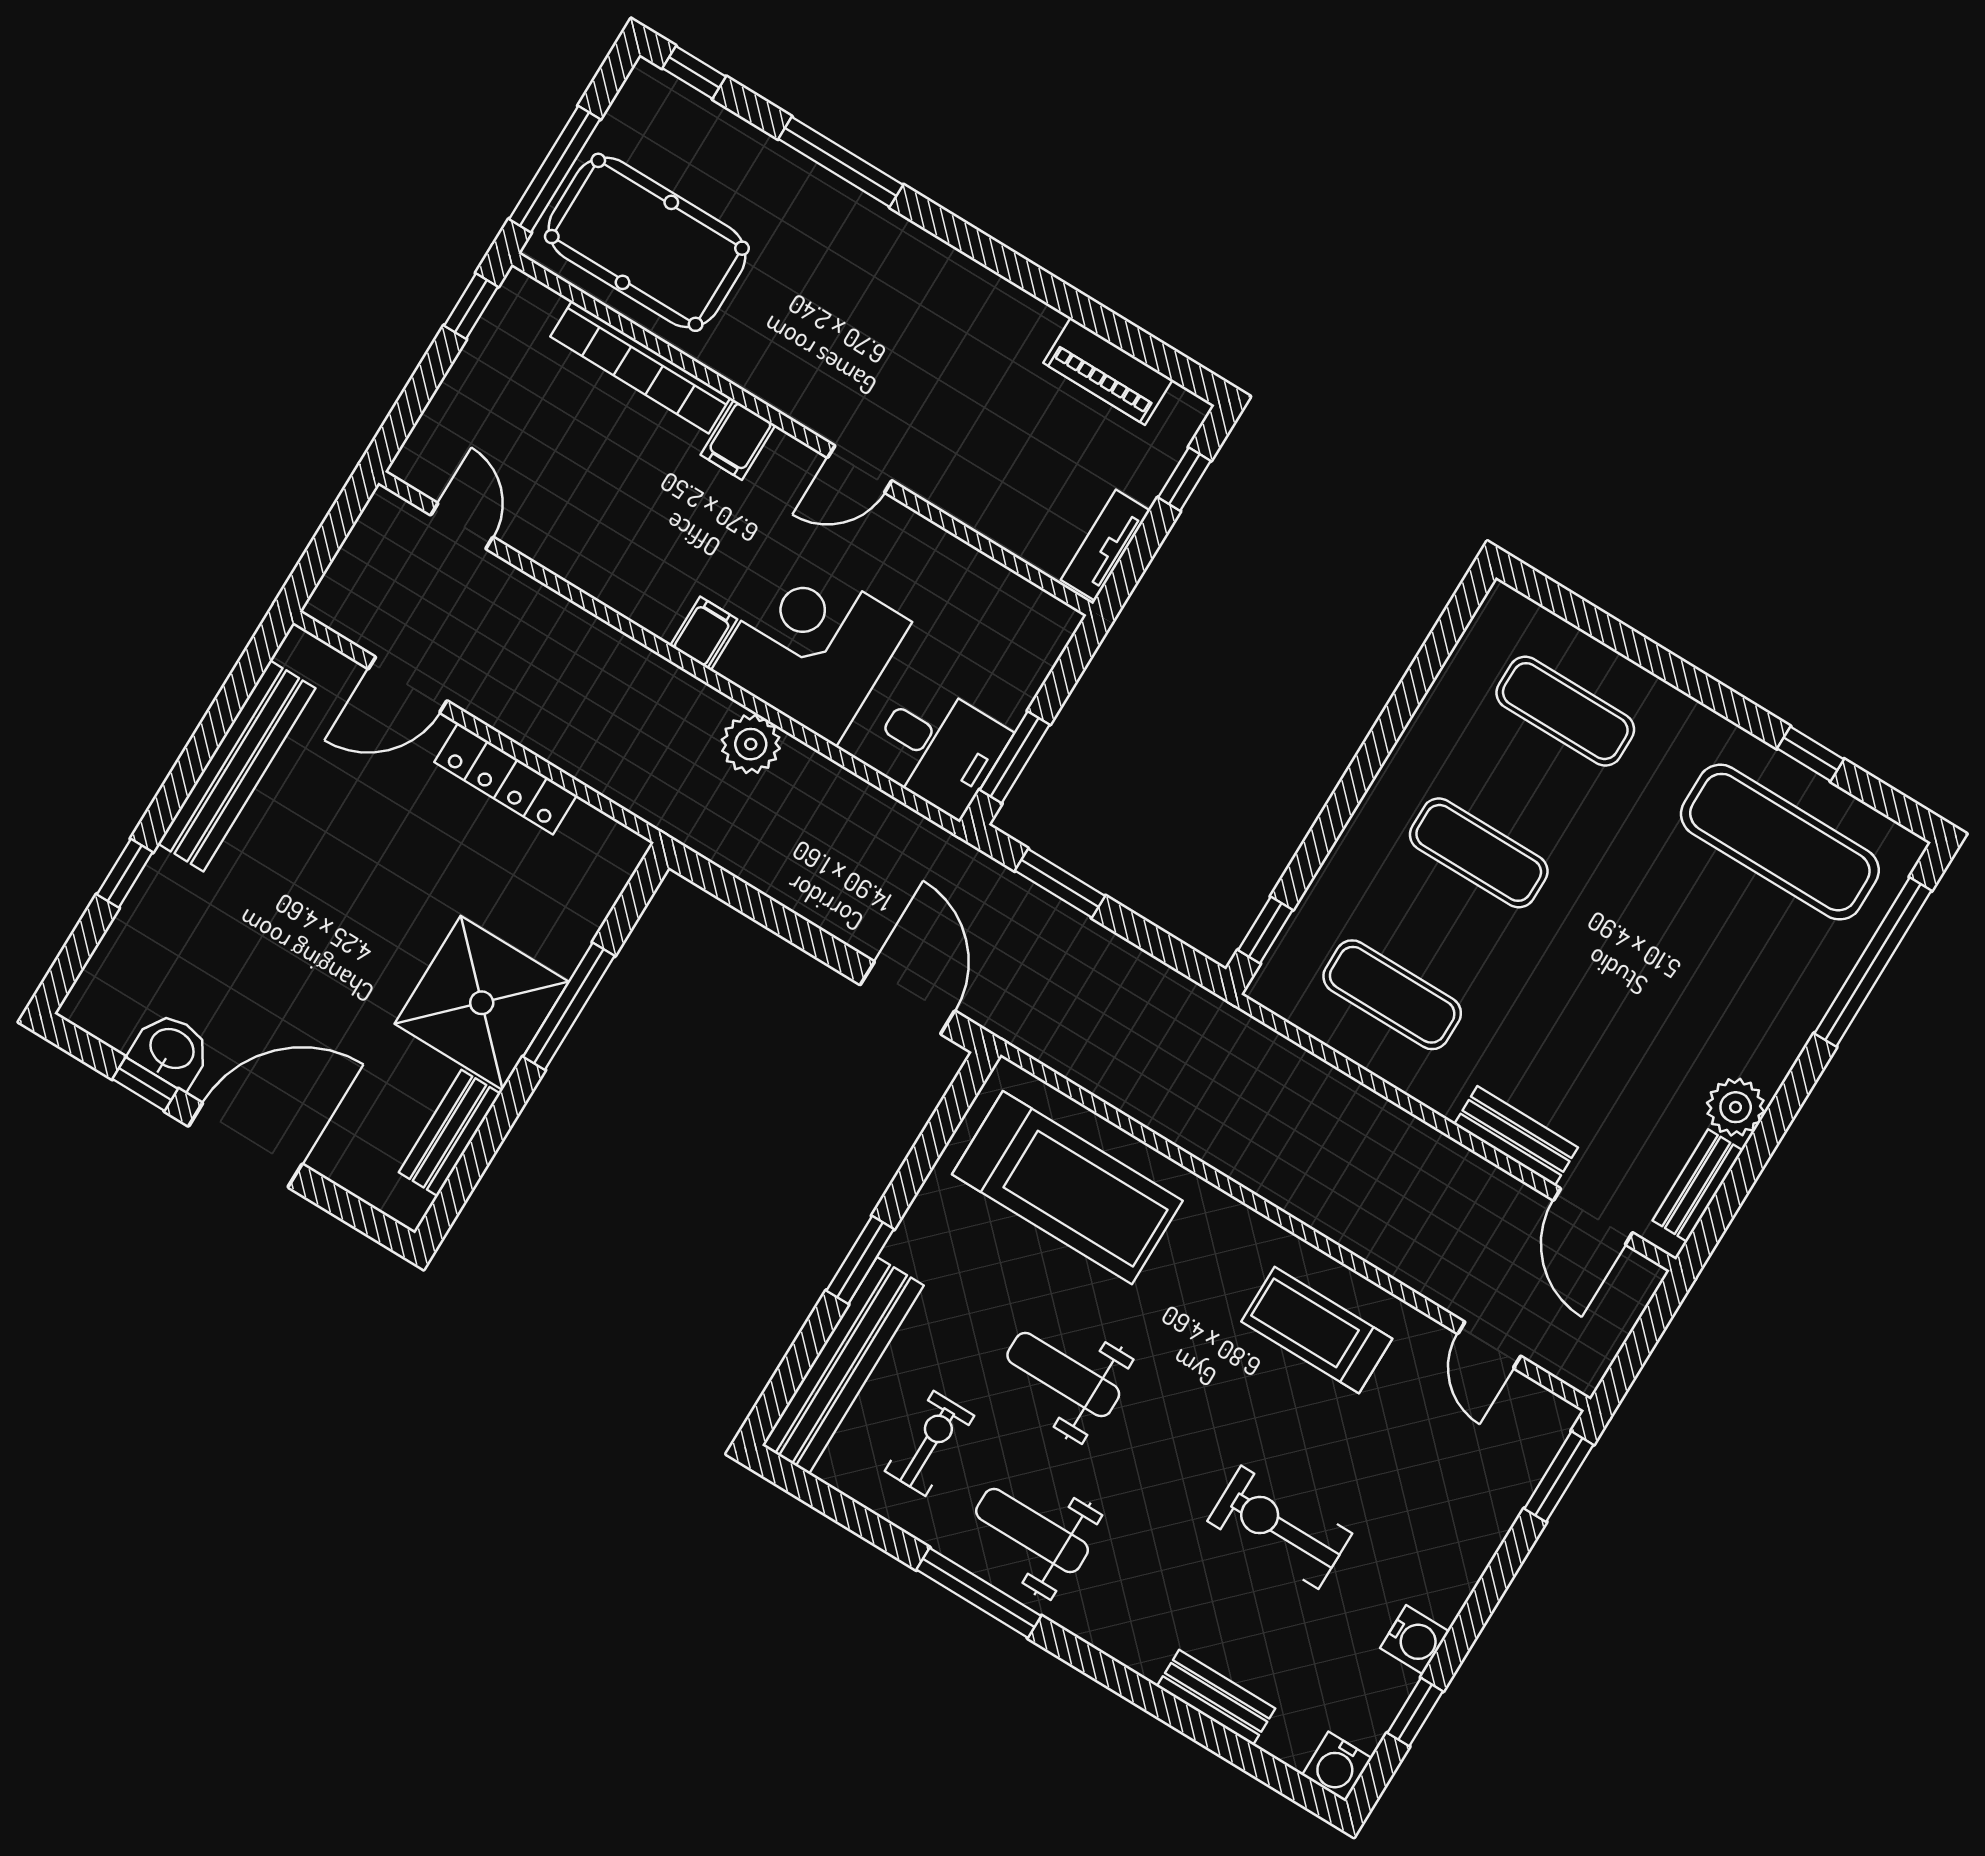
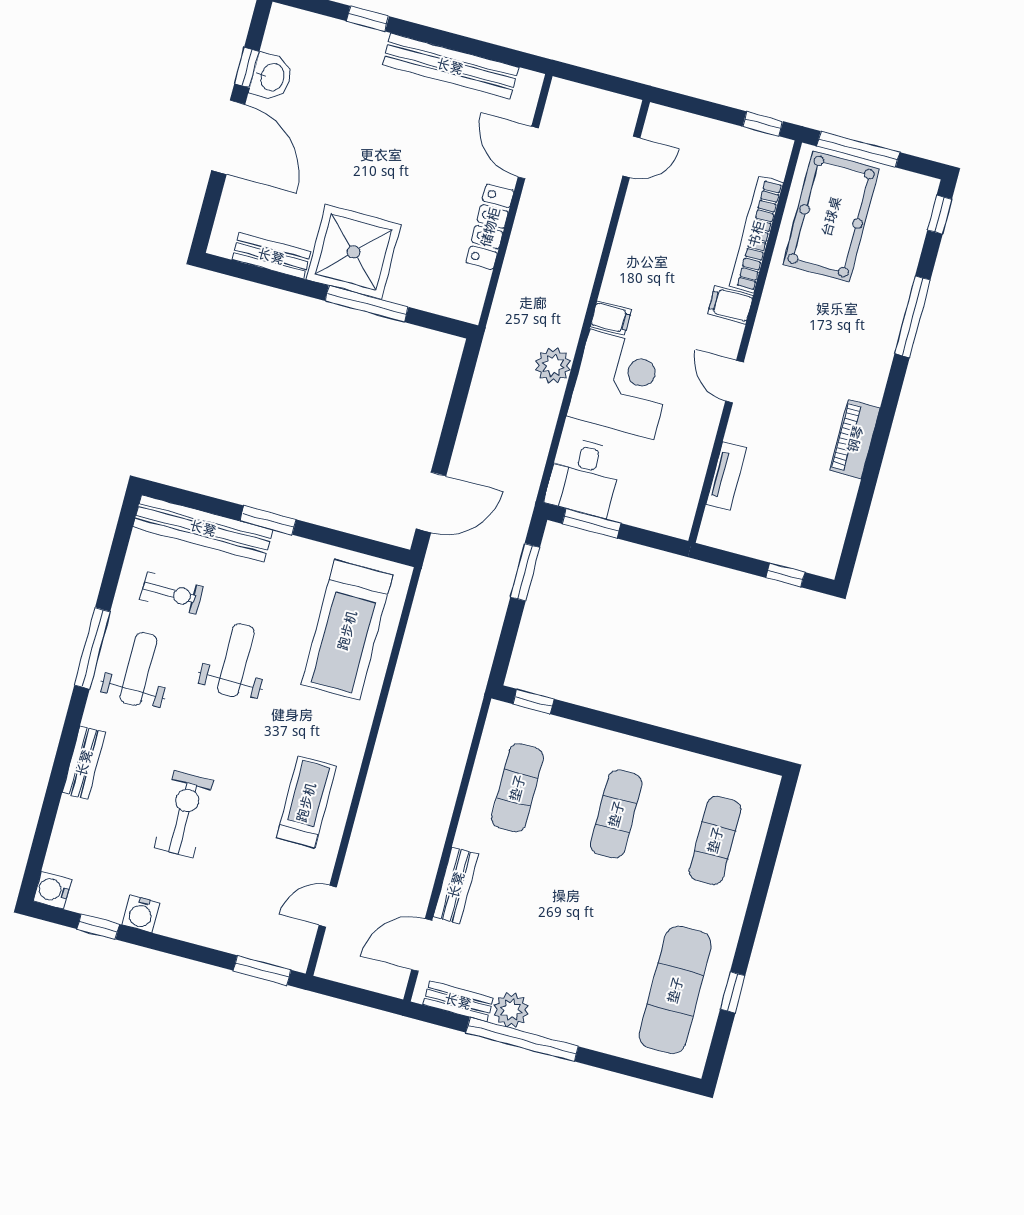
piano: (1108, 371) -> (855, 439), moved
tv unit: (1105, 545) -> (726, 476), moved, turned 90
window: (1873, 962) -> (522, 1039), moved
bench: (1216, 1697) -> (84, 763), moved

